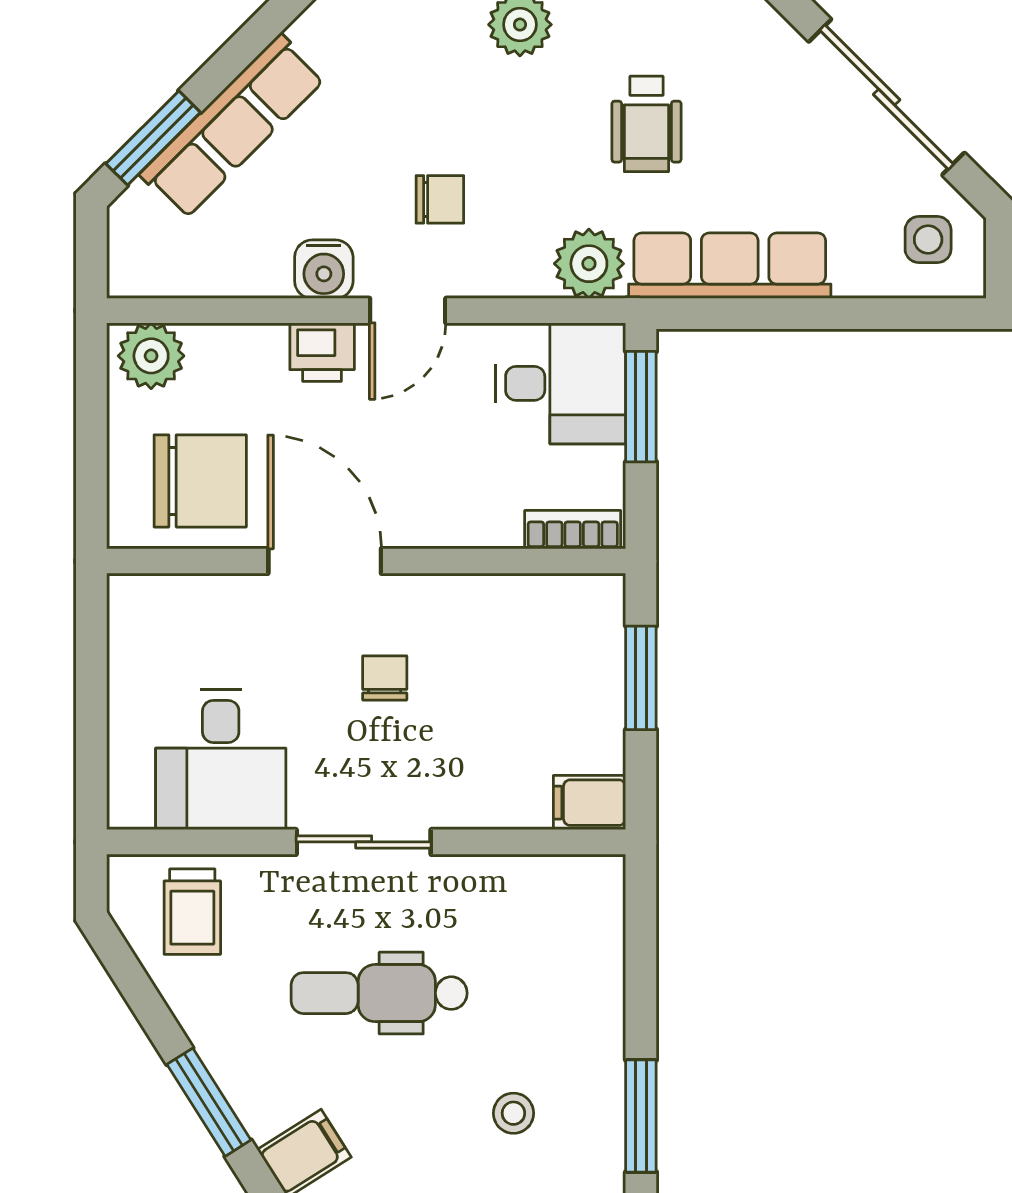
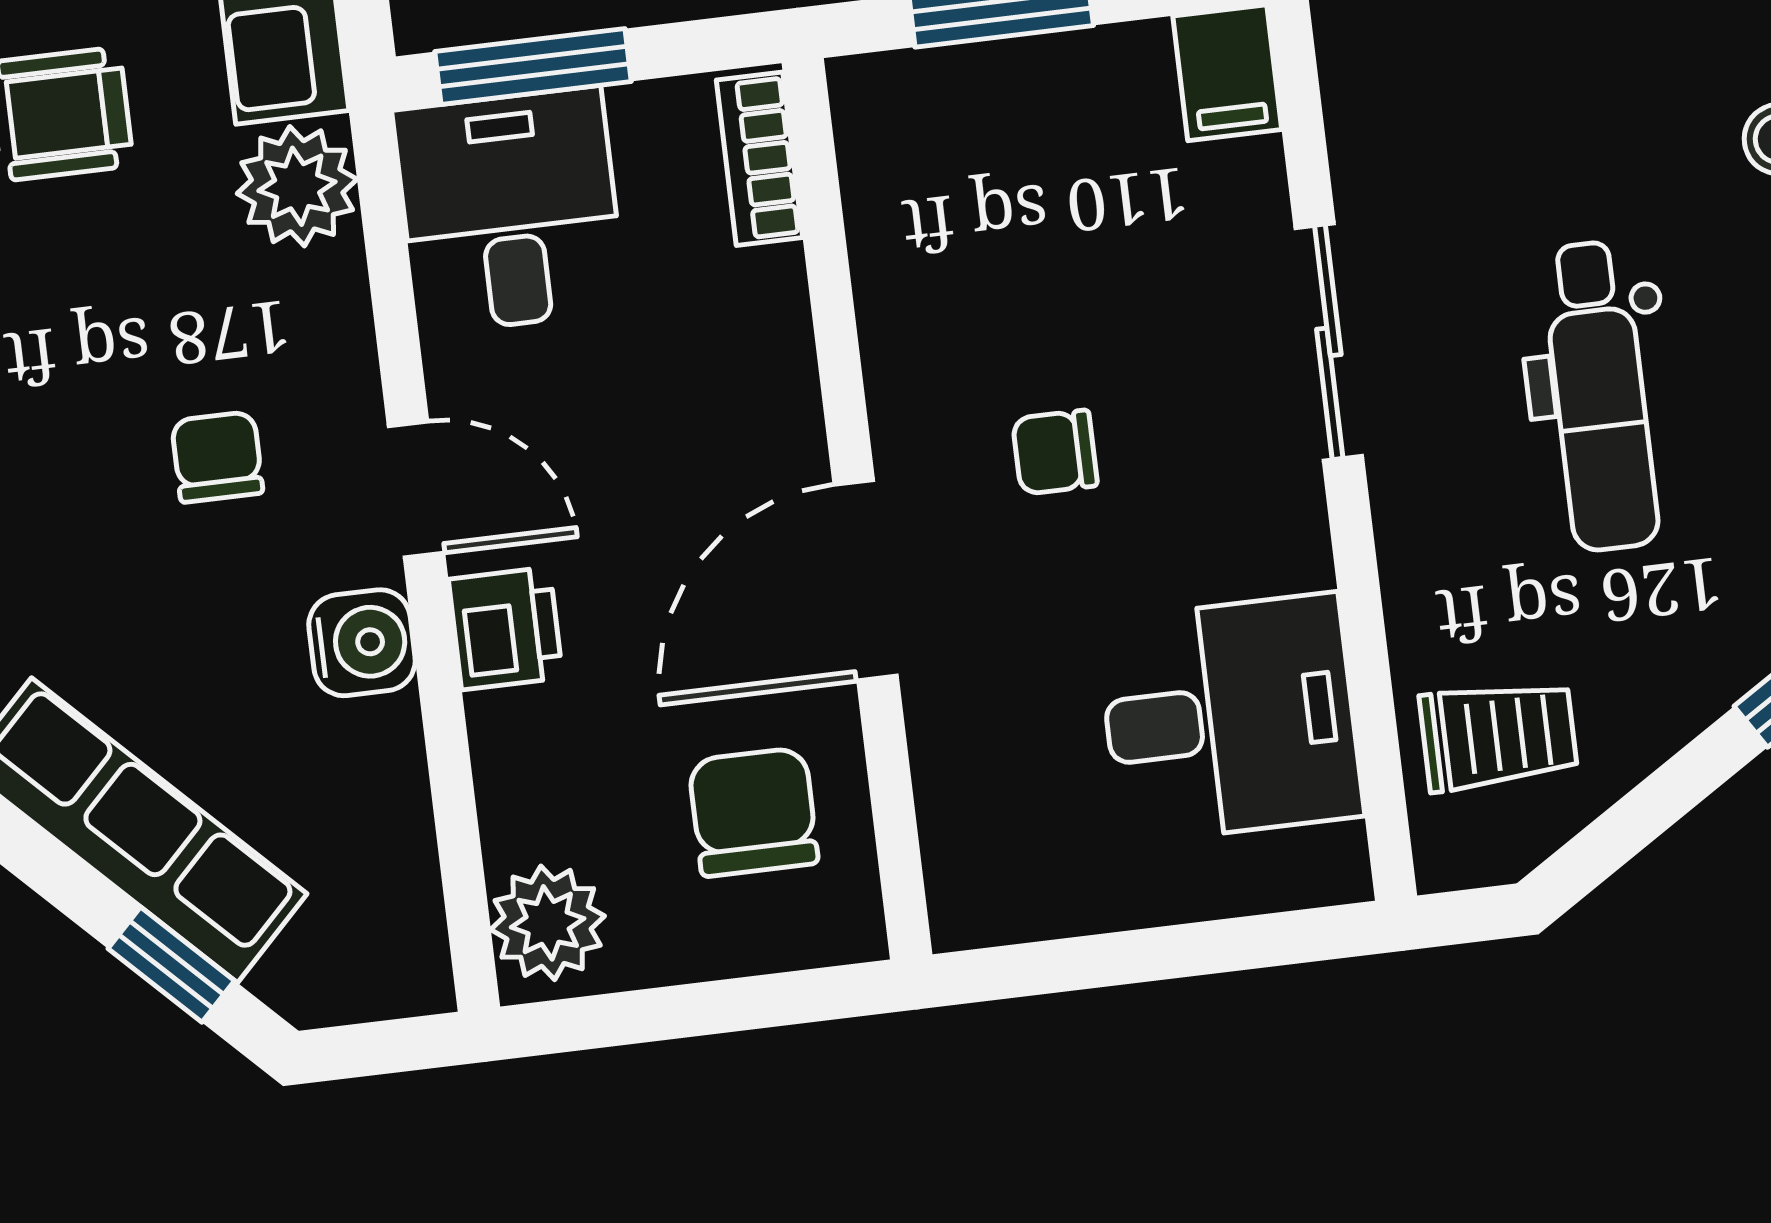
window: (153, 138) -> (171, 965), width x0.67
chair: (200, 481) -> (753, 812), width x0.73, depth x0.73
sliding door: (364, 842) -> (1329, 342), moved

